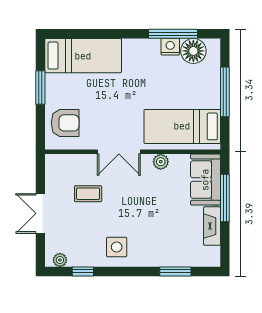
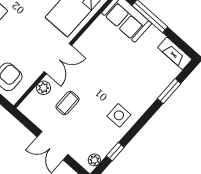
plant: (161, 162) -> (44, 88), moved
fireplace: (212, 226) -> (175, 53), moved

